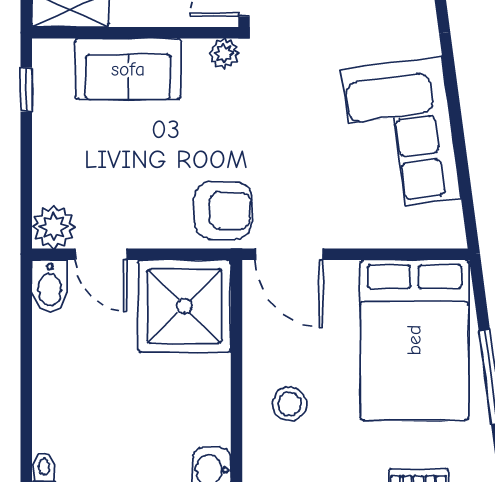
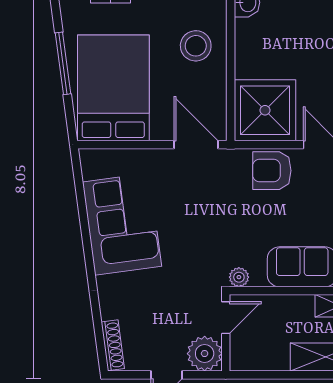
armchair: (223, 210) -> (272, 171), moved
stool: (289, 404) -> (196, 46), width x1.38, depth x1.38

